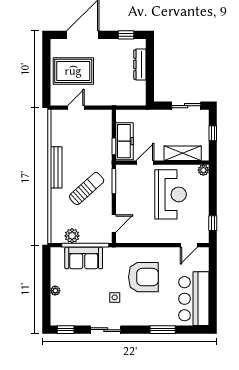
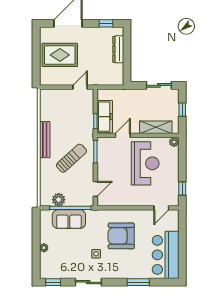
door: (76, 108) -> (80, 87), moved
armchair: (143, 277) -> (121, 236), turned 180

